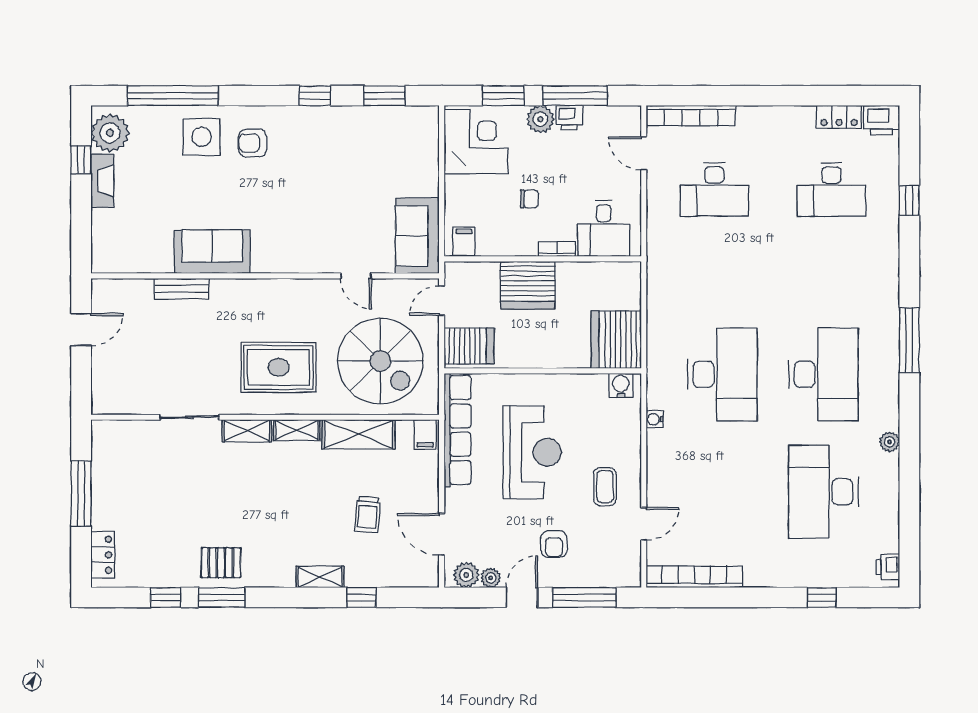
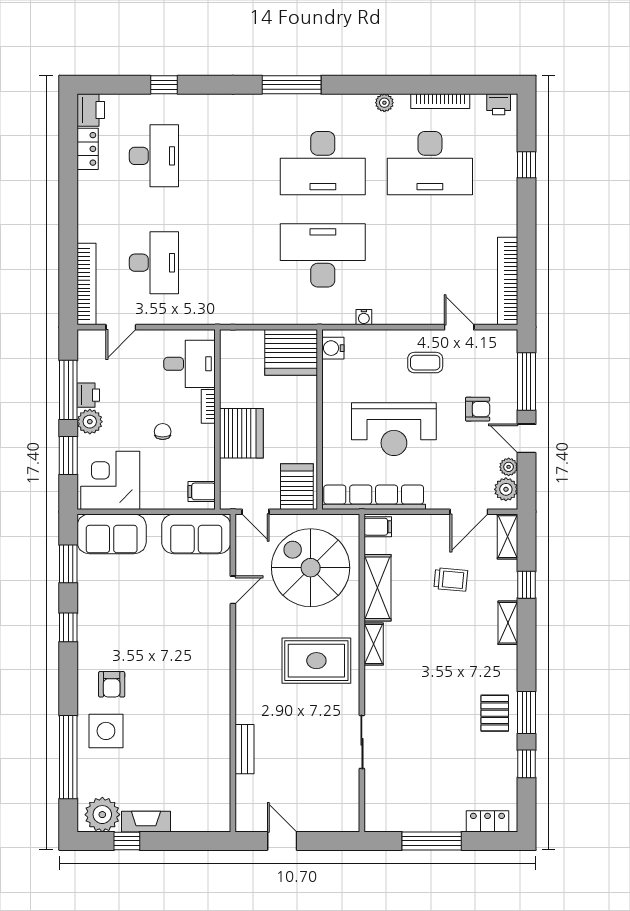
sofa: (212, 252) -> (112, 534), moved, turned -90
spiral stairs: (380, 361) -> (311, 568), turned -90
rug: (279, 367) -> (316, 661), turned 90
desk: (823, 374) -> (323, 163), turned 180
shelving: (247, 431) -> (507, 537), moved
reception desk: (532, 452) -> (394, 429), turned 180
bookcase: (891, 503) -> (440, 101), added

